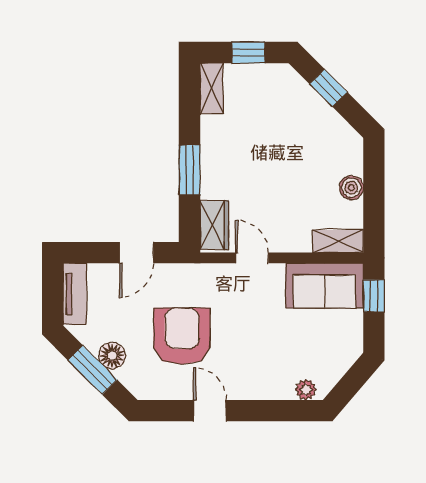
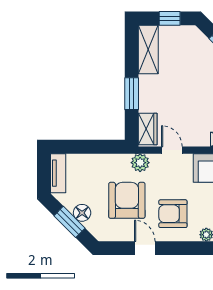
shelving: (211, 88) -> (148, 50), width x1.50, depth x1.33
door: (137, 253) -> (98, 147), removed
plant: (203, 277) -> (140, 163), added
armchair: (254, 357) -> (173, 214), added

